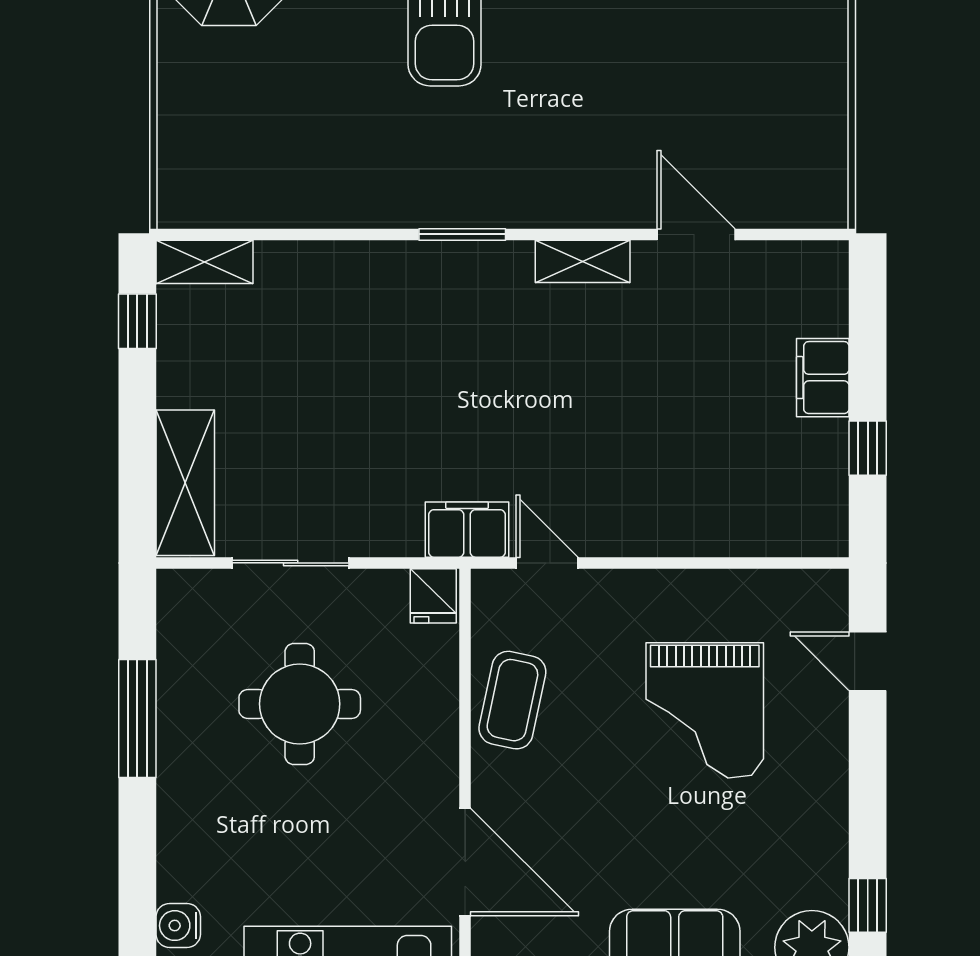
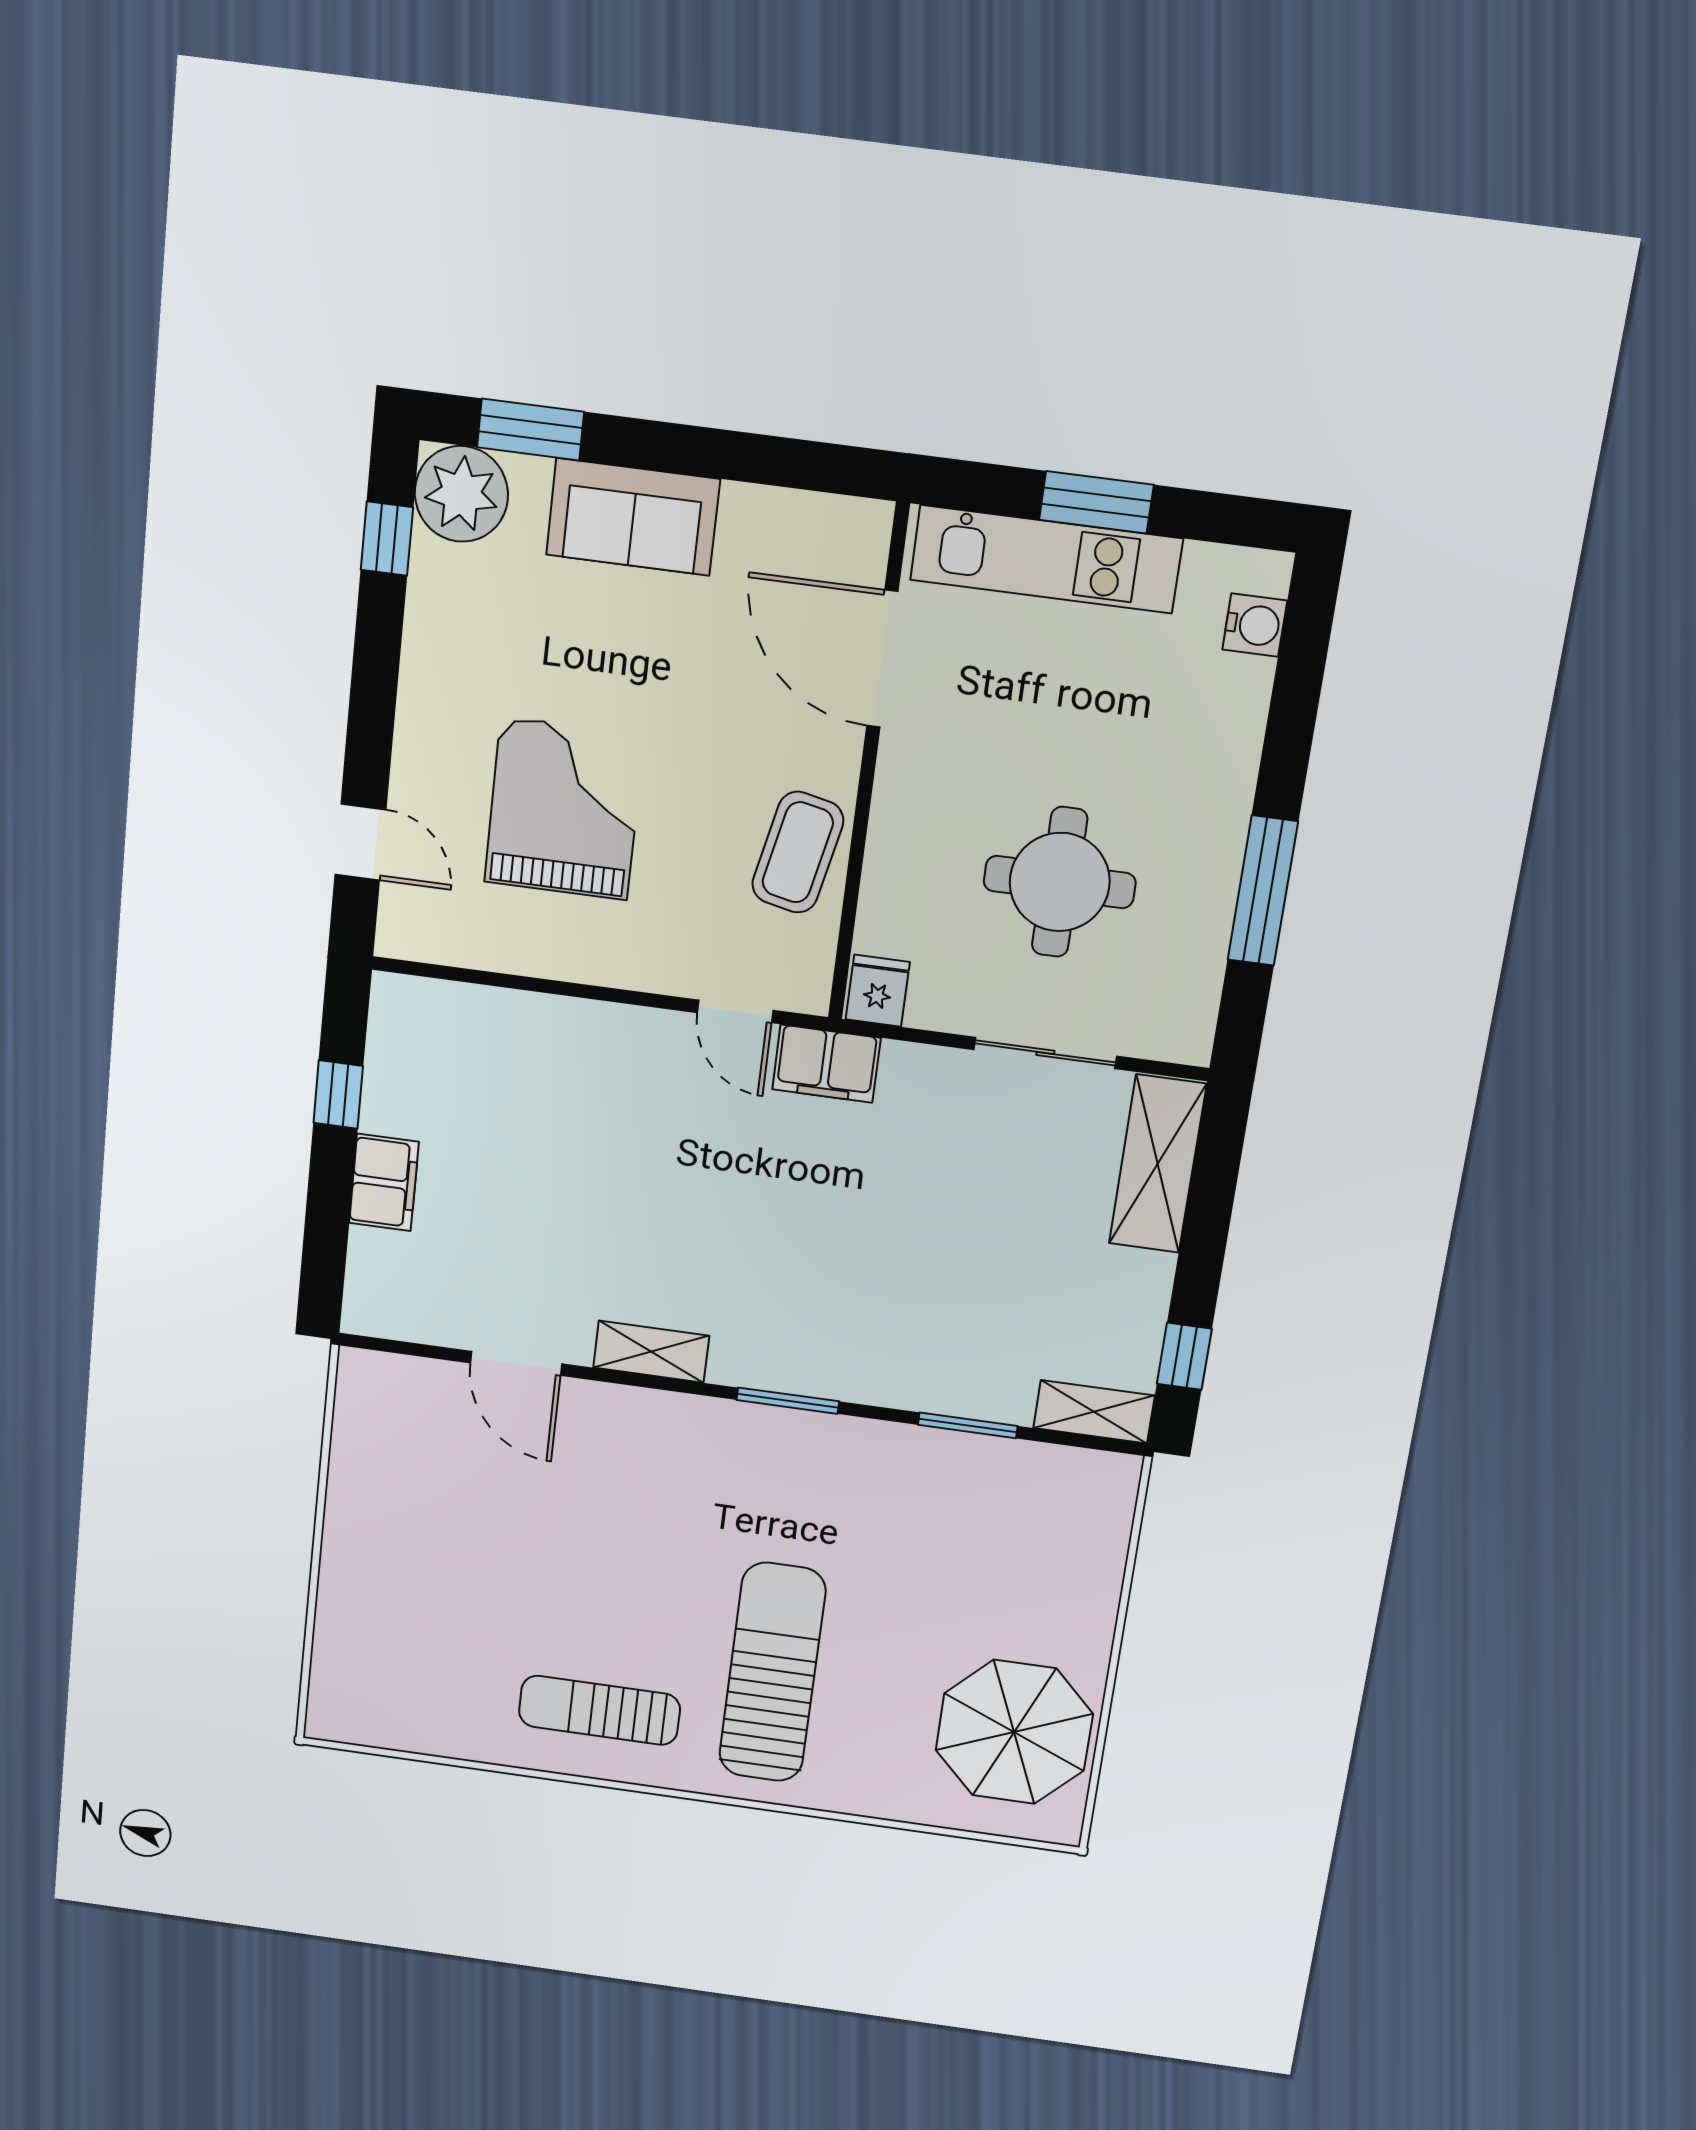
window: (308, 234) -> (968, 1425), added

